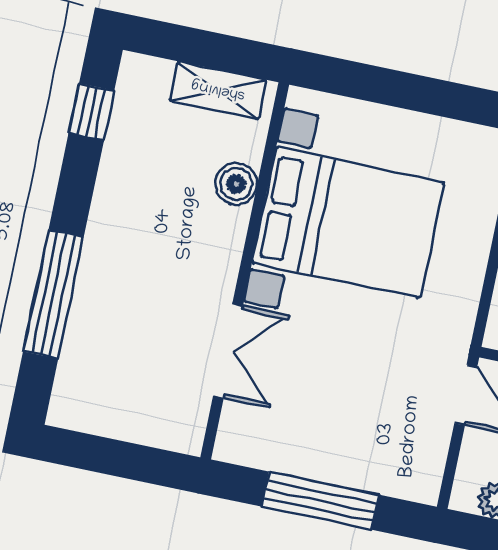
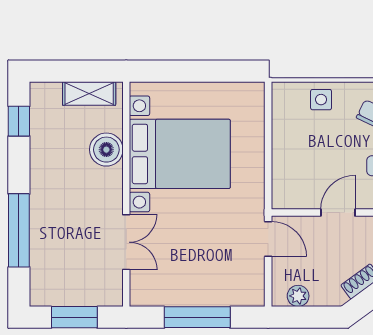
boiler: (236, 184) -> (106, 150), width x1.36, depth x1.36
window: (116, 458) -> (74, 317), added

